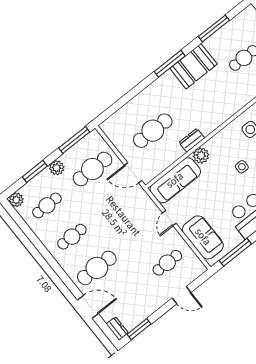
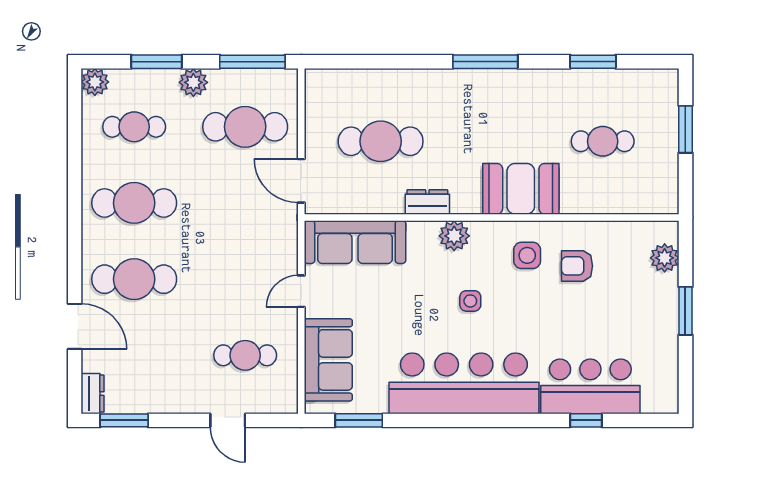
window: (214, 28) -> (593, 62), width x0.69
booth: (193, 66) -> (521, 189), moved
plant: (201, 156) -> (454, 236), moved
cafe table: (72, 237) -> (134, 203), width x1.37, depth x1.35
window: (235, 252) -> (359, 420), width x0.69

